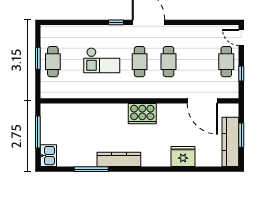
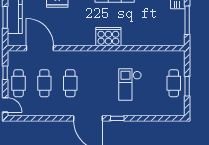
checkout: (102, 60) -> (130, 84), turned -90
cafe table: (140, 62) -> (44, 83), moved
cooker: (142, 114) -> (108, 37), moved

